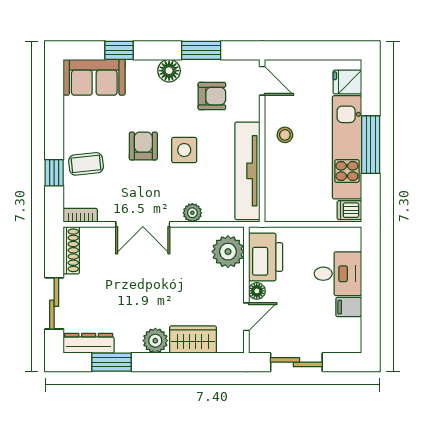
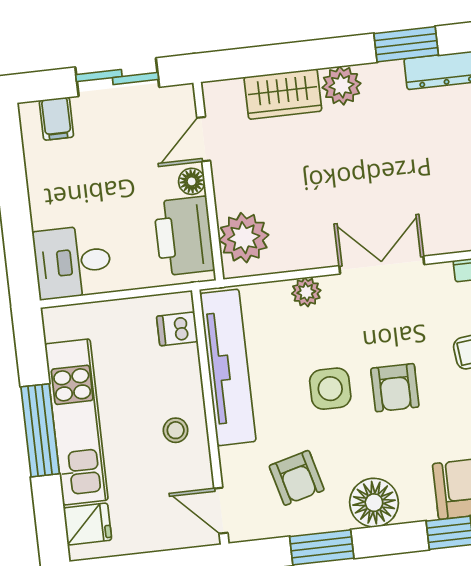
floor lamp: (169, 71) -> (374, 503), width x1.38, depth x1.38
armchair: (212, 96) -> (297, 478), turned -105
dishwasher: (349, 210) -> (177, 329), moved, turned 180
desk: (338, 274) -> (73, 262), moved
filing cabinet: (349, 307) -> (56, 119), moved, turned 90

